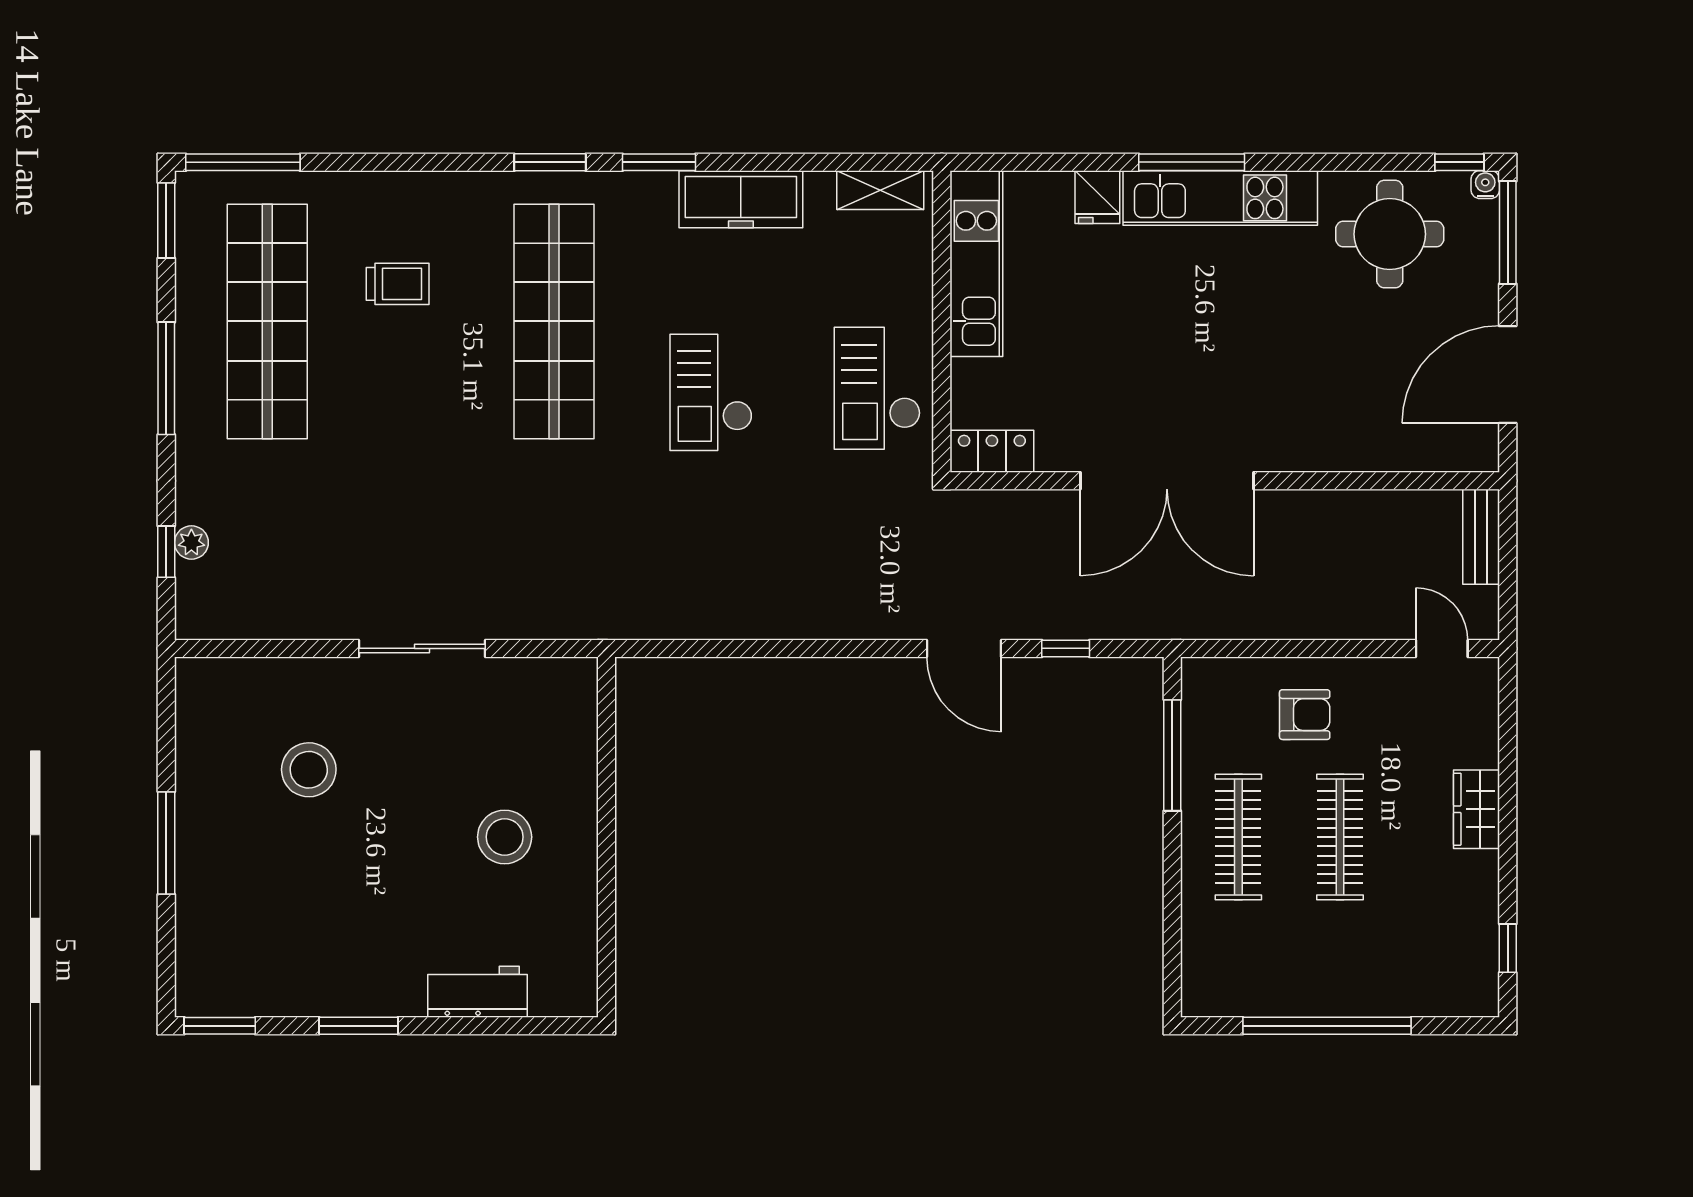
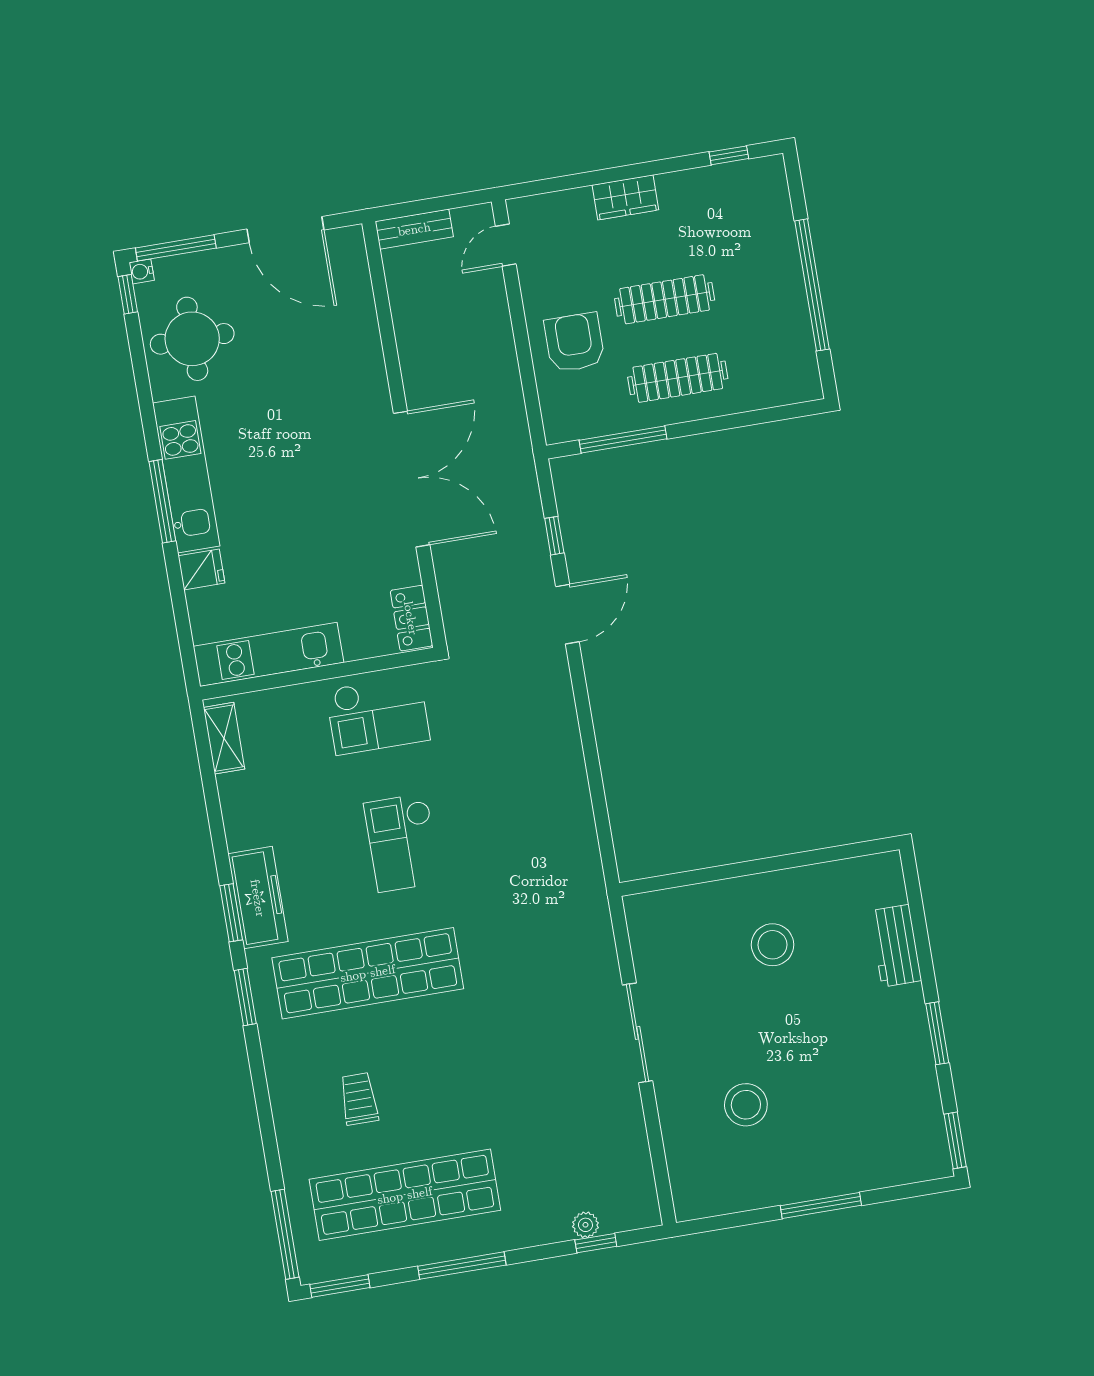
freezer: (741, 199) -> (258, 898), moved
checkout: (711, 392) -> (402, 843), turned 90
armchair: (1305, 715) -> (574, 342), width x1.38, depth x1.38

